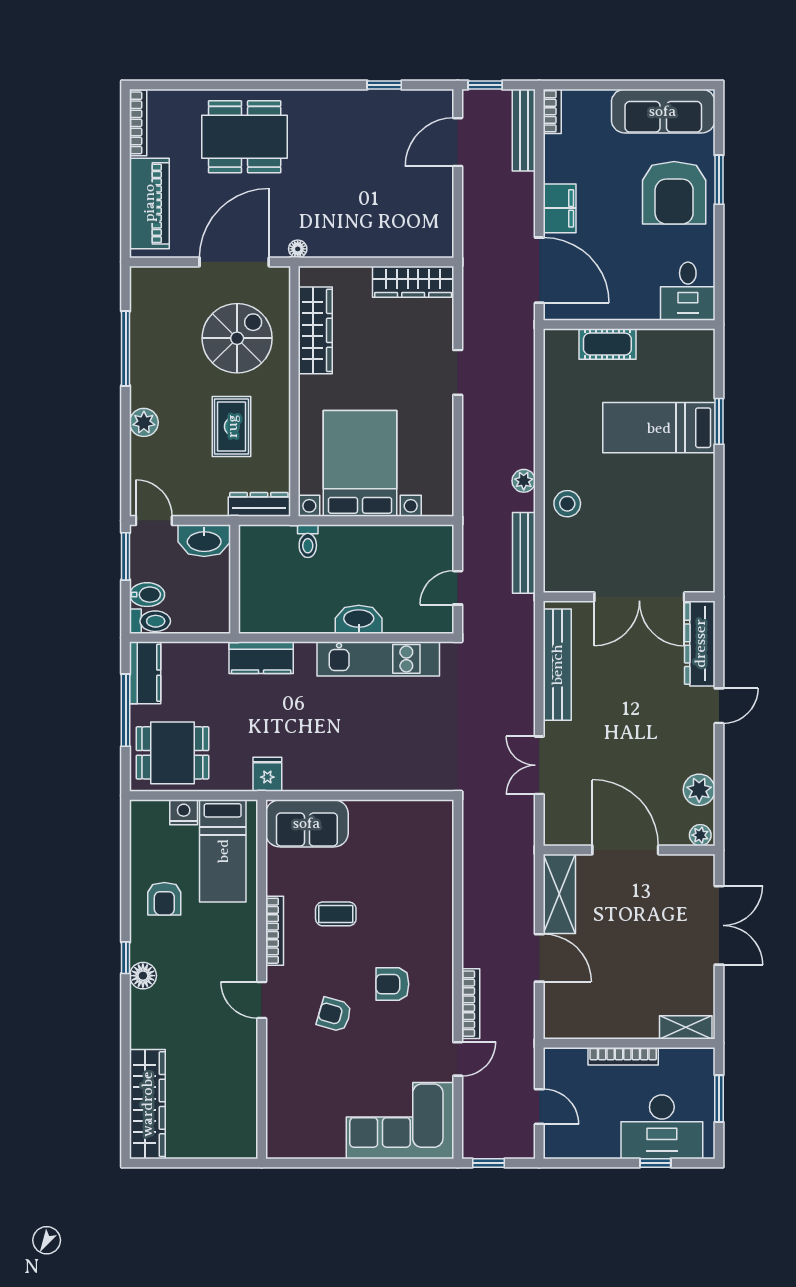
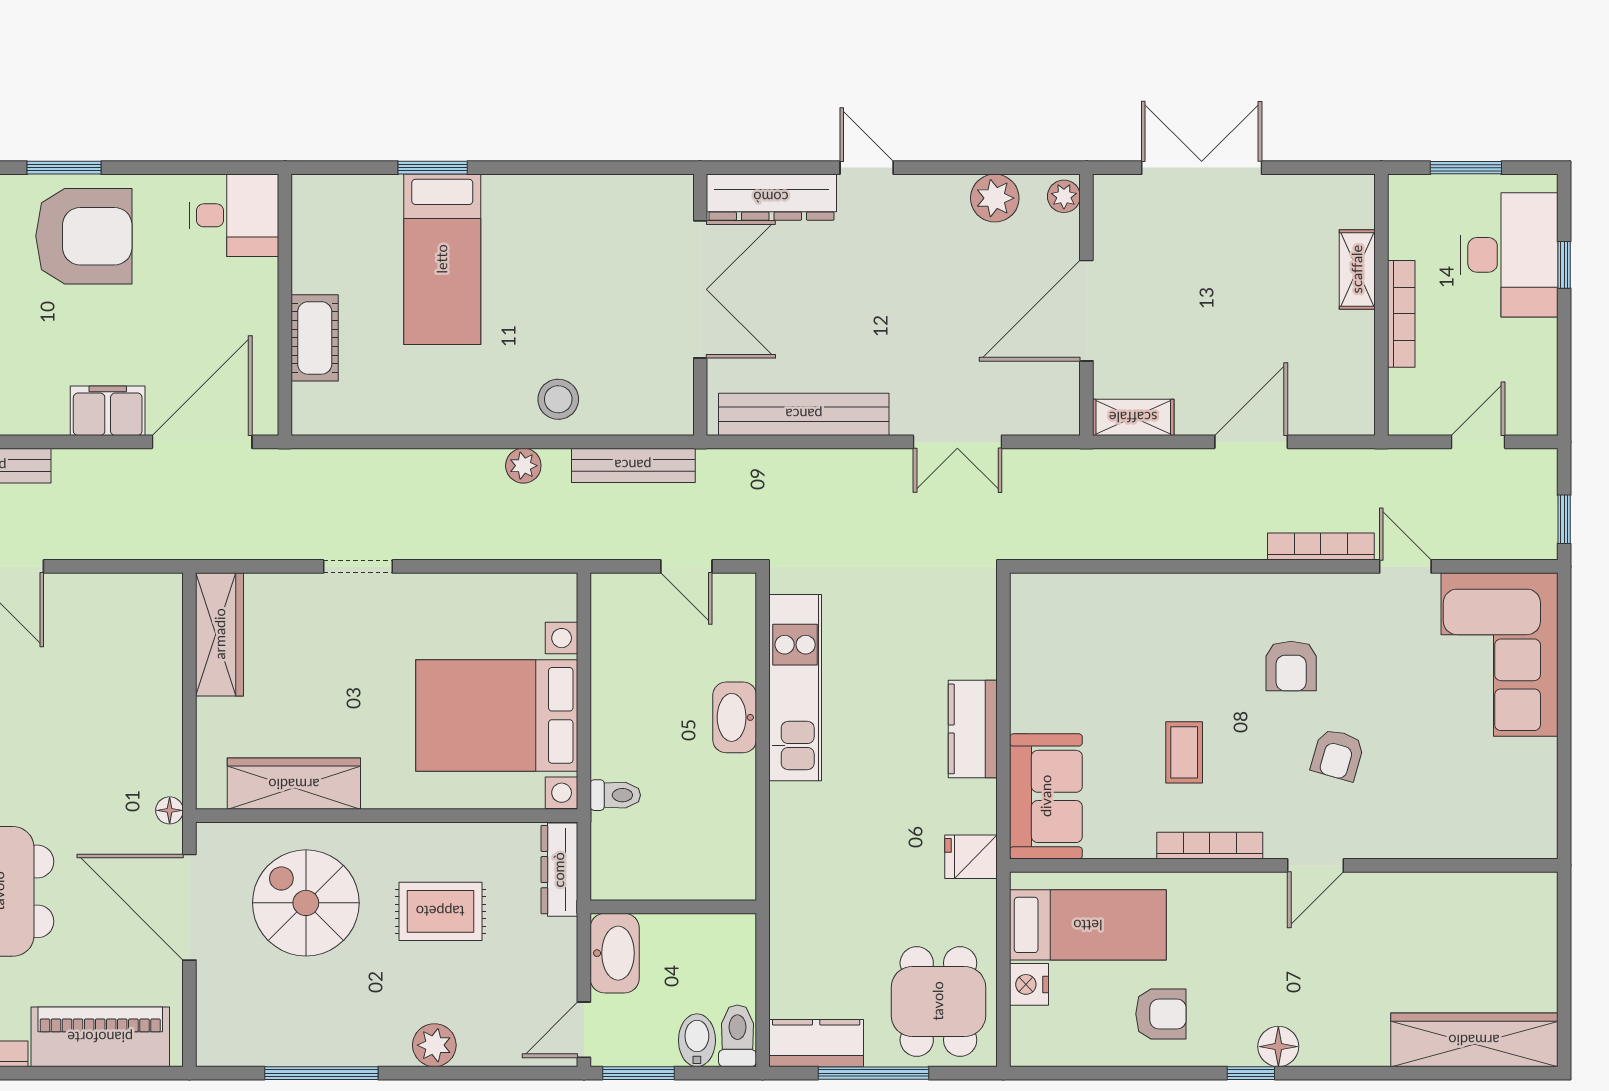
kitchen counter: (261, 658) -> (973, 729), moved, turned 180
shelving: (559, 894) -> (1133, 417), width x0.67, depth x0.75
shelving: (686, 1027) -> (1357, 269), moved

